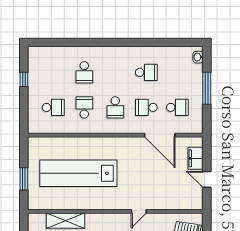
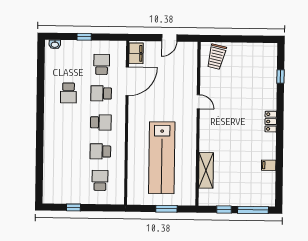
school desk: (84, 72) -> (68, 151), removed
school desk: (146, 72) -> (68, 93), turned 180
window: (207, 88) -> (84, 37), width x0.46
school desk: (146, 107) -> (101, 93), turned 90
filing cabinet: (195, 158) -> (136, 53), moved, turned -90

